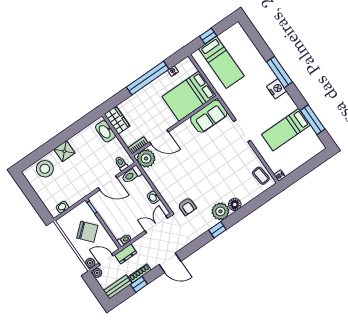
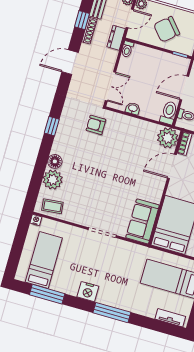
tv unit: (243, 36) -> (170, 318), added
nightstand: (277, 89) -> (88, 292), moved
bed: (286, 130) -> (44, 260), moved
plant: (220, 211) -> (53, 180), moved

